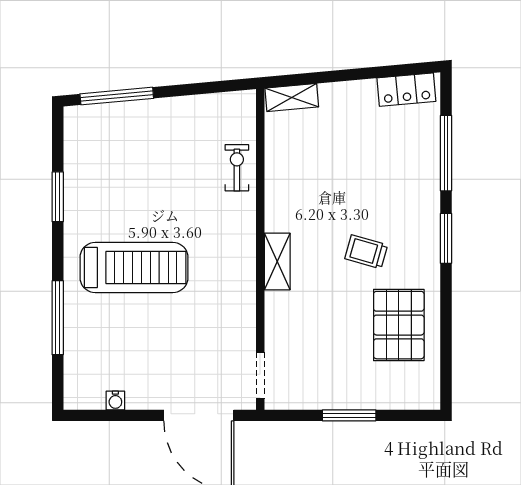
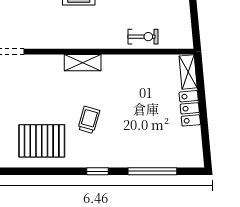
locker: (406, 90) -> (190, 108), moved
window: (446, 238) -> (98, 171), width x0.67

